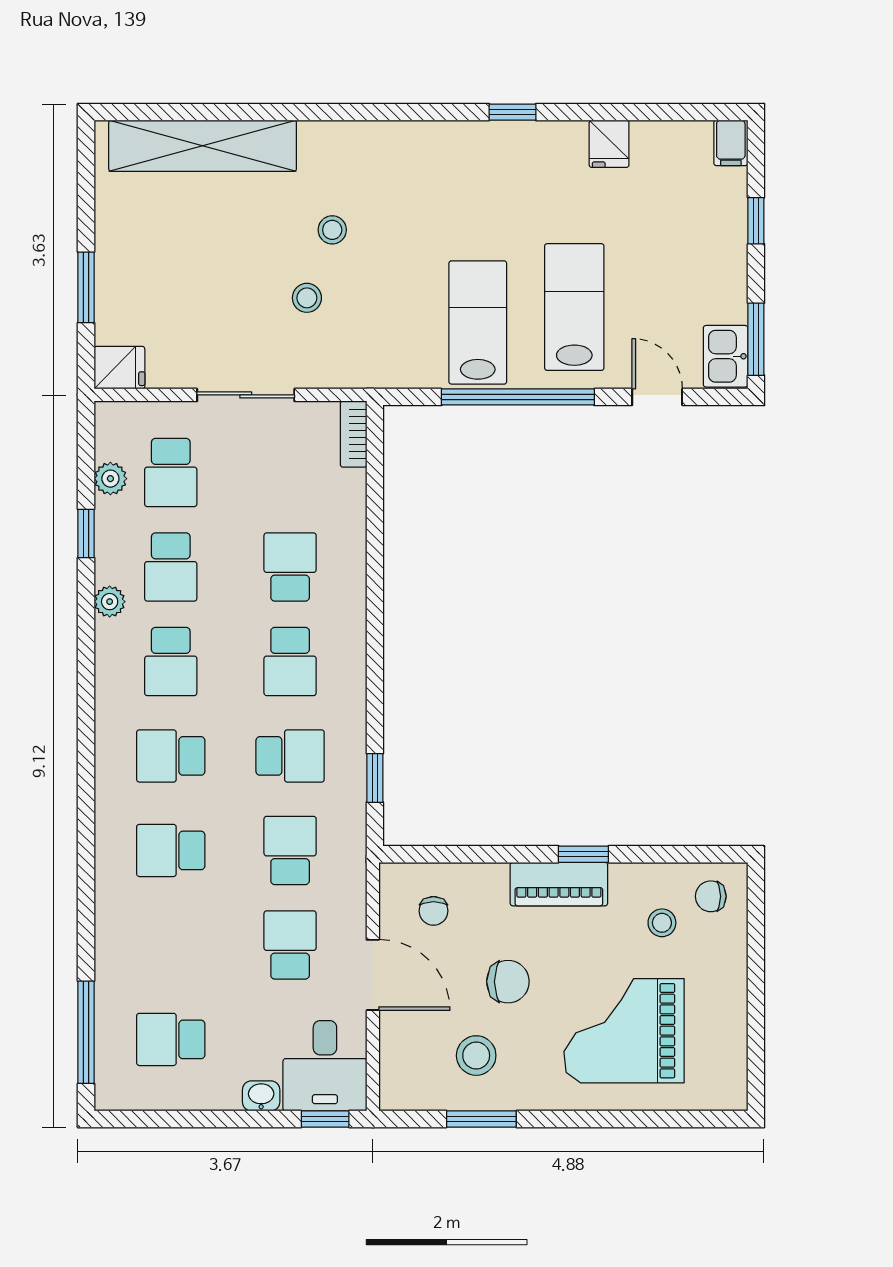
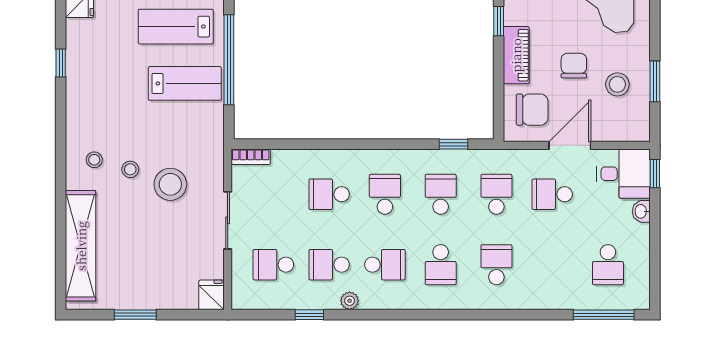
stool: (349, 169) -> (94, 160), added
window: (86, 287) -> (135, 315), moved
stool: (307, 298) -> (170, 184), width x1.89, depth x1.89
lab bench: (478, 322) -> (185, 83), turned 180
school desk: (171, 472) -> (273, 265), turned 180
plant: (110, 479) -> (277, 300), removed
school desk: (171, 567) -> (329, 265), turned 180
school desk: (290, 661) -> (385, 194), turned -90
school desk: (171, 850) -> (496, 265), turned 180
school desk: (290, 850) -> (496, 194), turned 90
piano: (559, 884) -> (516, 55), moved
chair: (433, 911) -> (532, 110), width x1.87, depth x1.87

